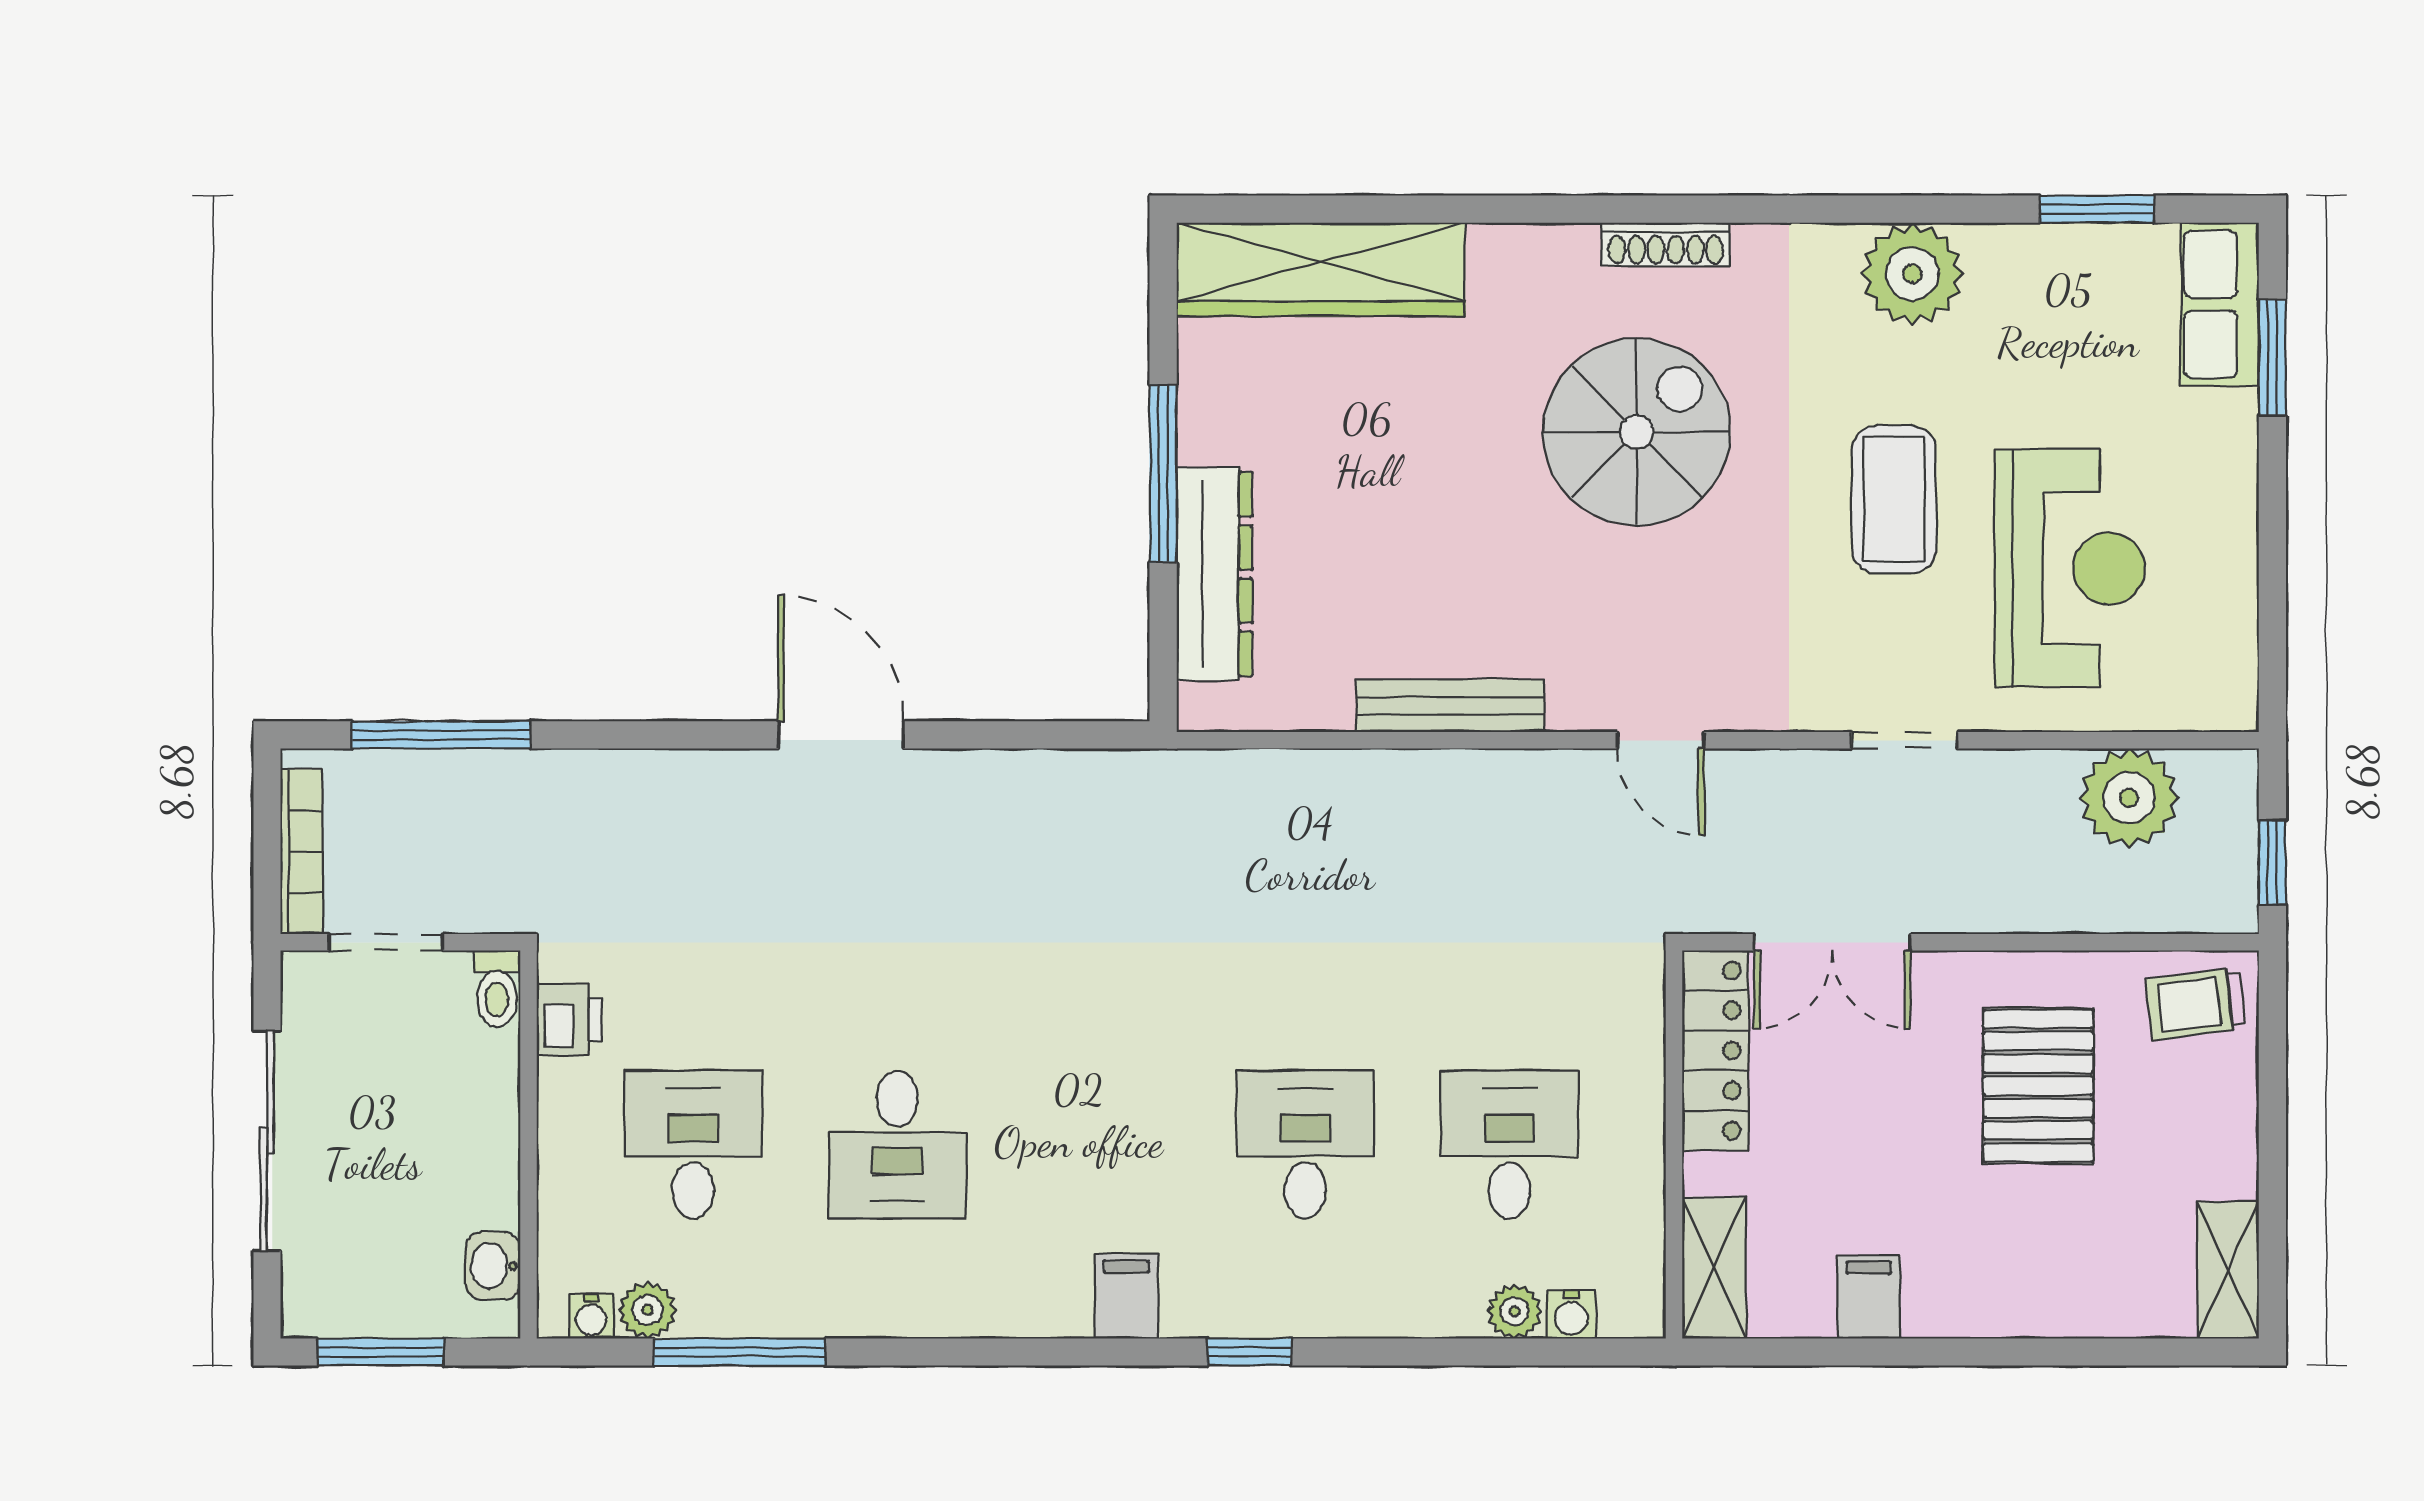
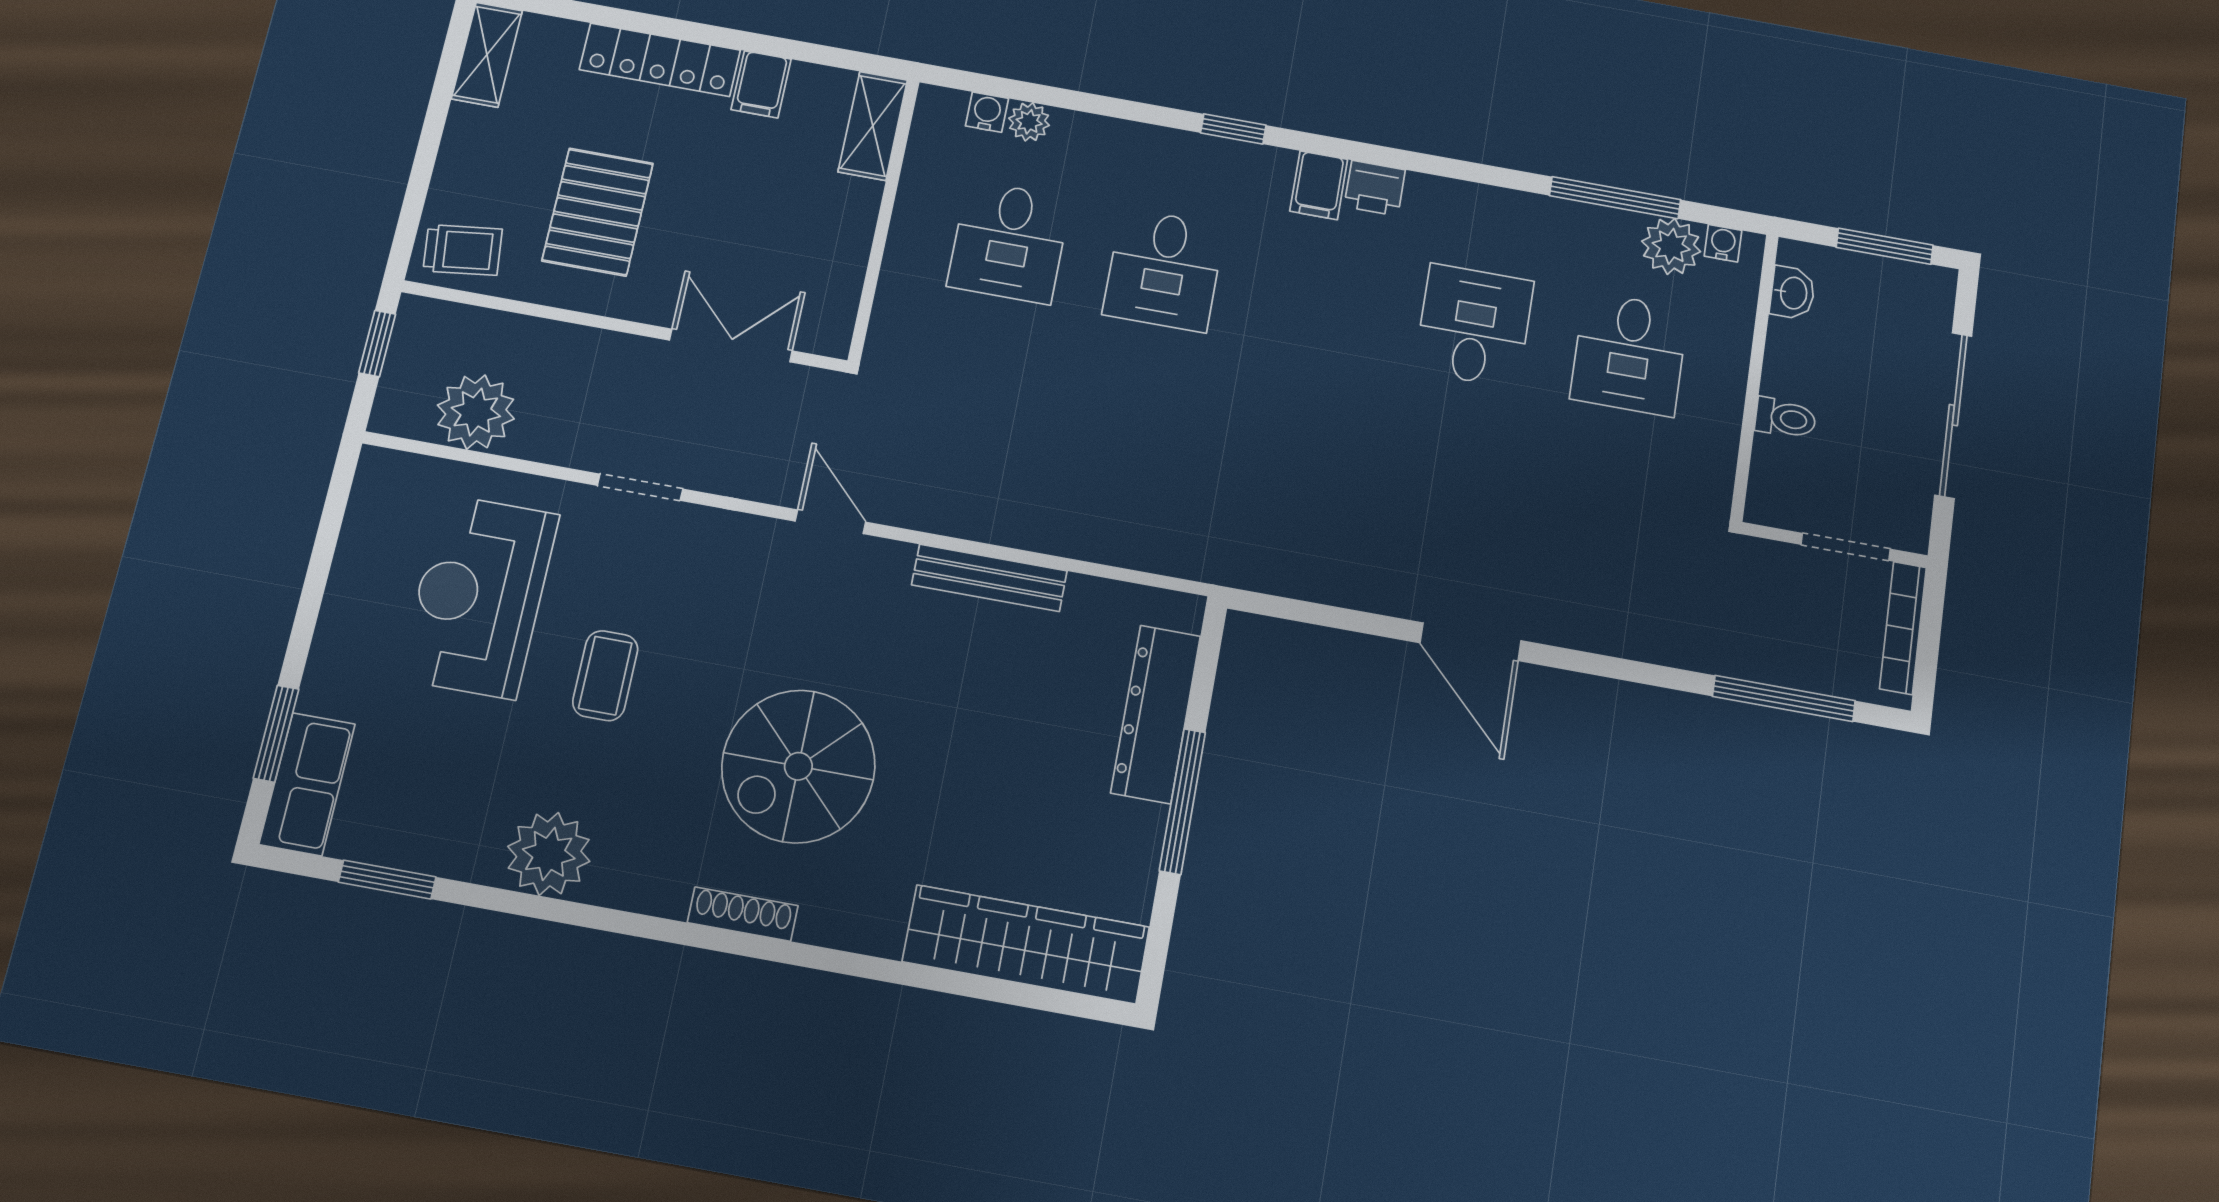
coffee table: (1894, 499) -> (605, 676), width x0.73, depth x0.77
toilet: (497, 989) -> (1785, 418), moved, turned 90
printer: (569, 1019) -> (1375, 188), moved, turned -90
locker: (1715, 1051) -> (660, 60), moved, turned -90
plant: (648, 1310) -> (1671, 246), width x1.38, depth x1.38

